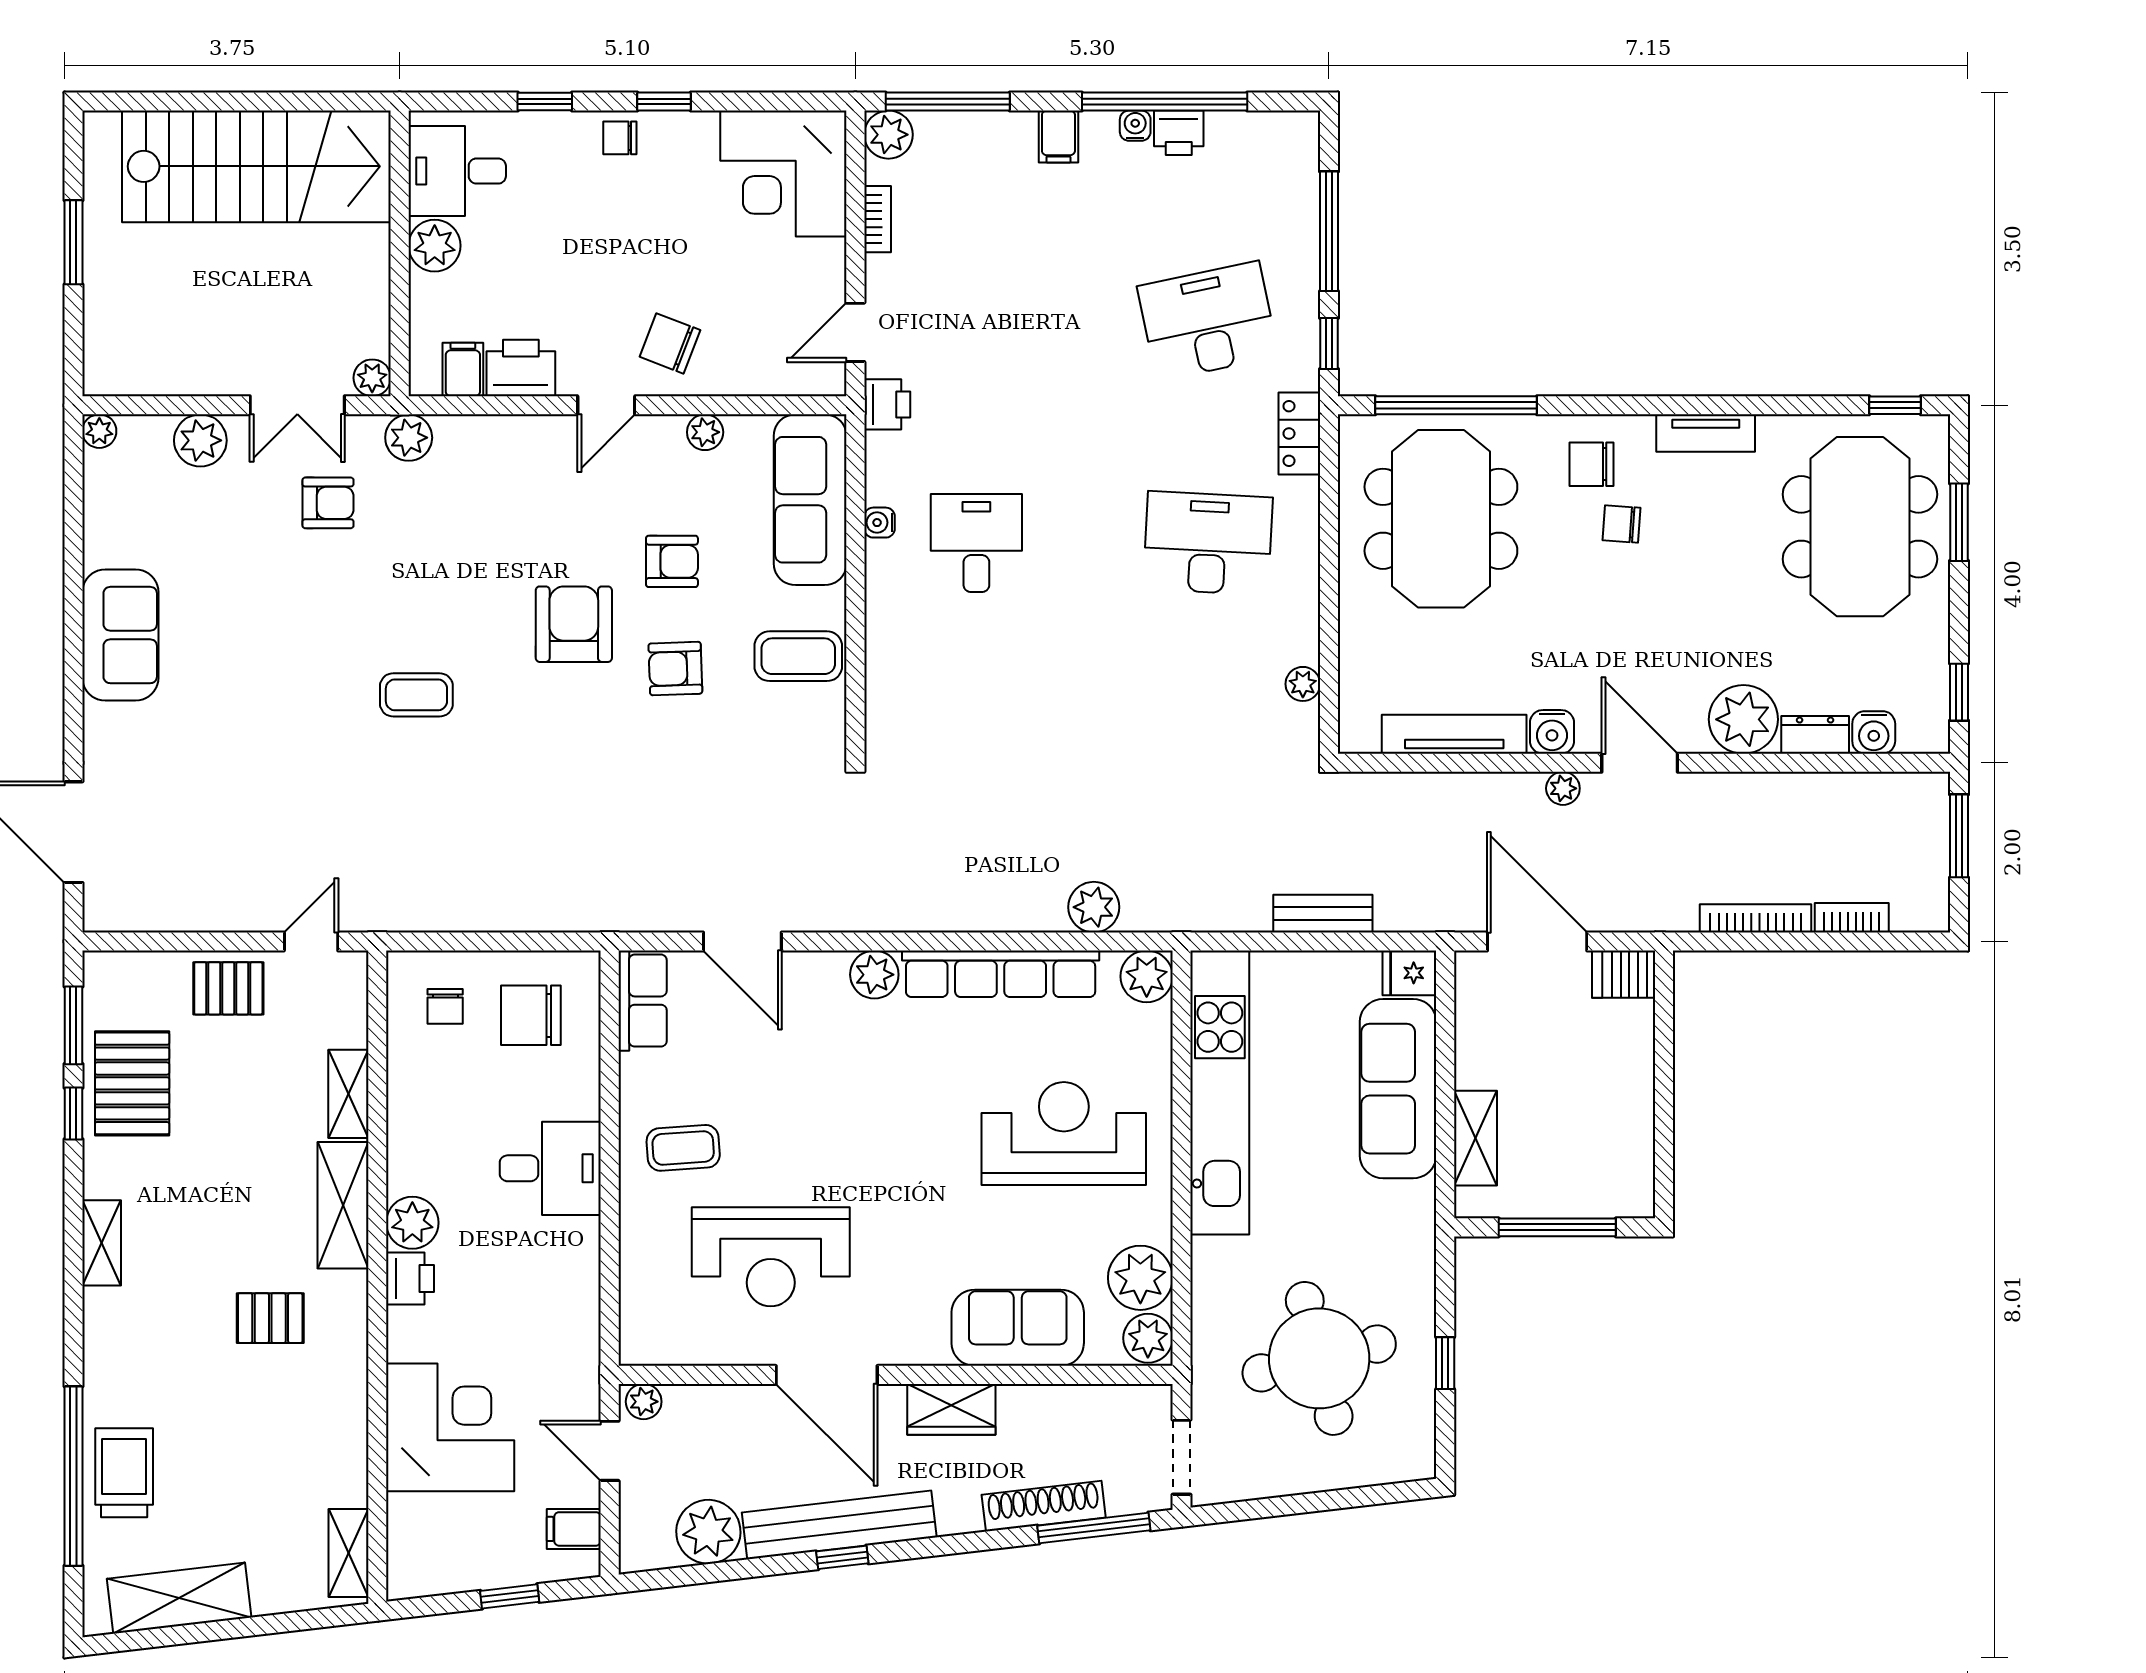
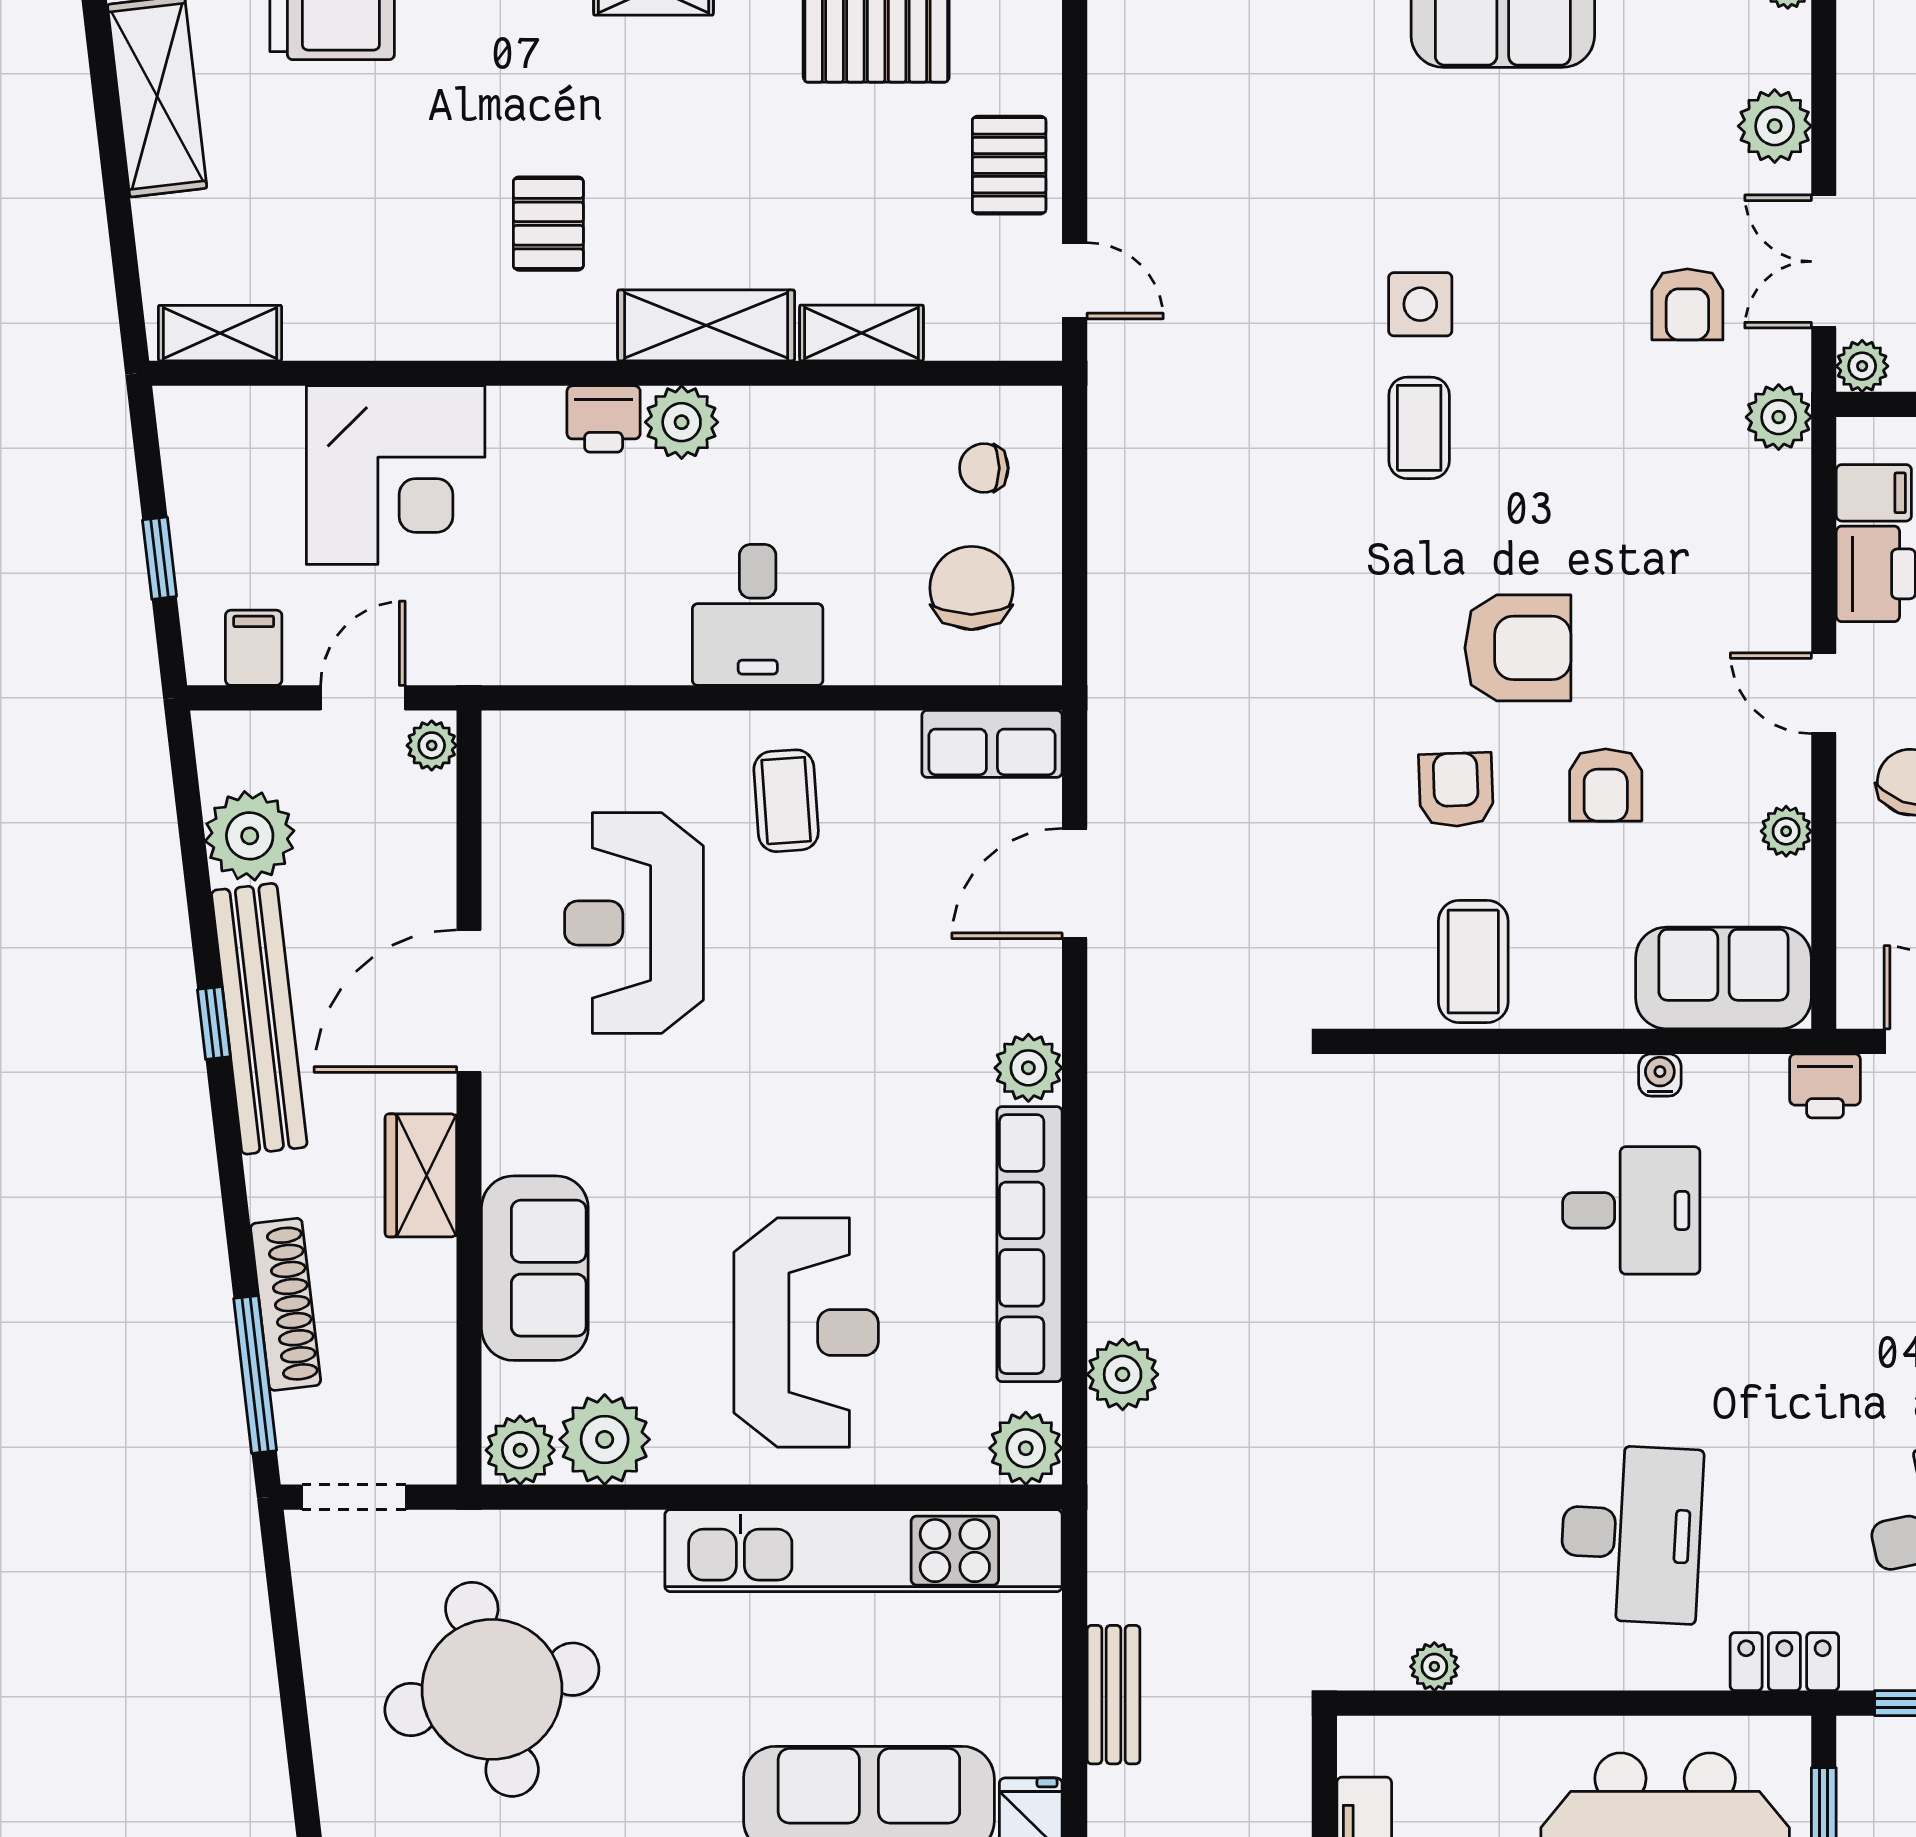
sofa: (810, 500) -> (1723, 978), width x0.73
side table: (328, 694) -> (1420, 304), added

